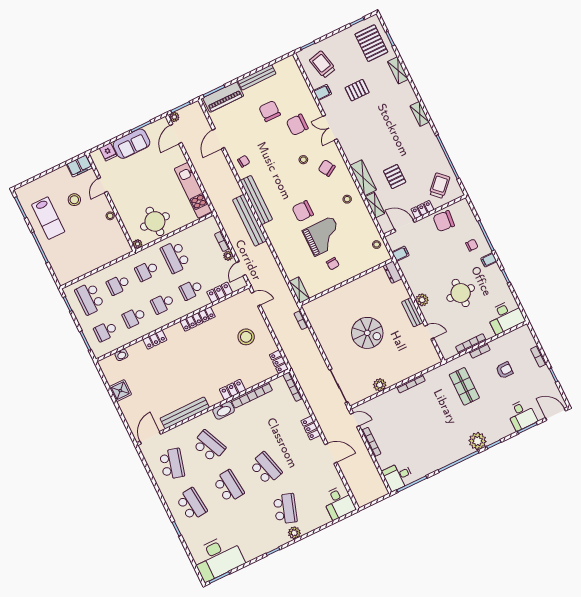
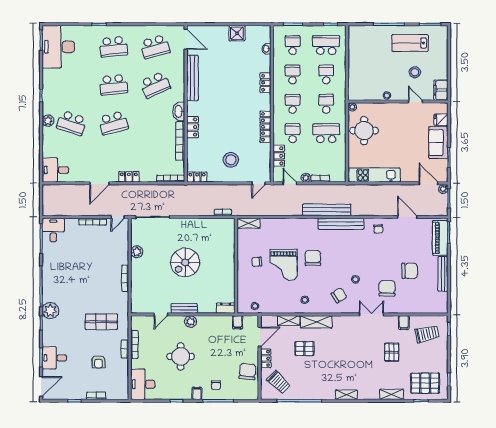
school desk: (172, 464) -> (155, 47), turned -30

